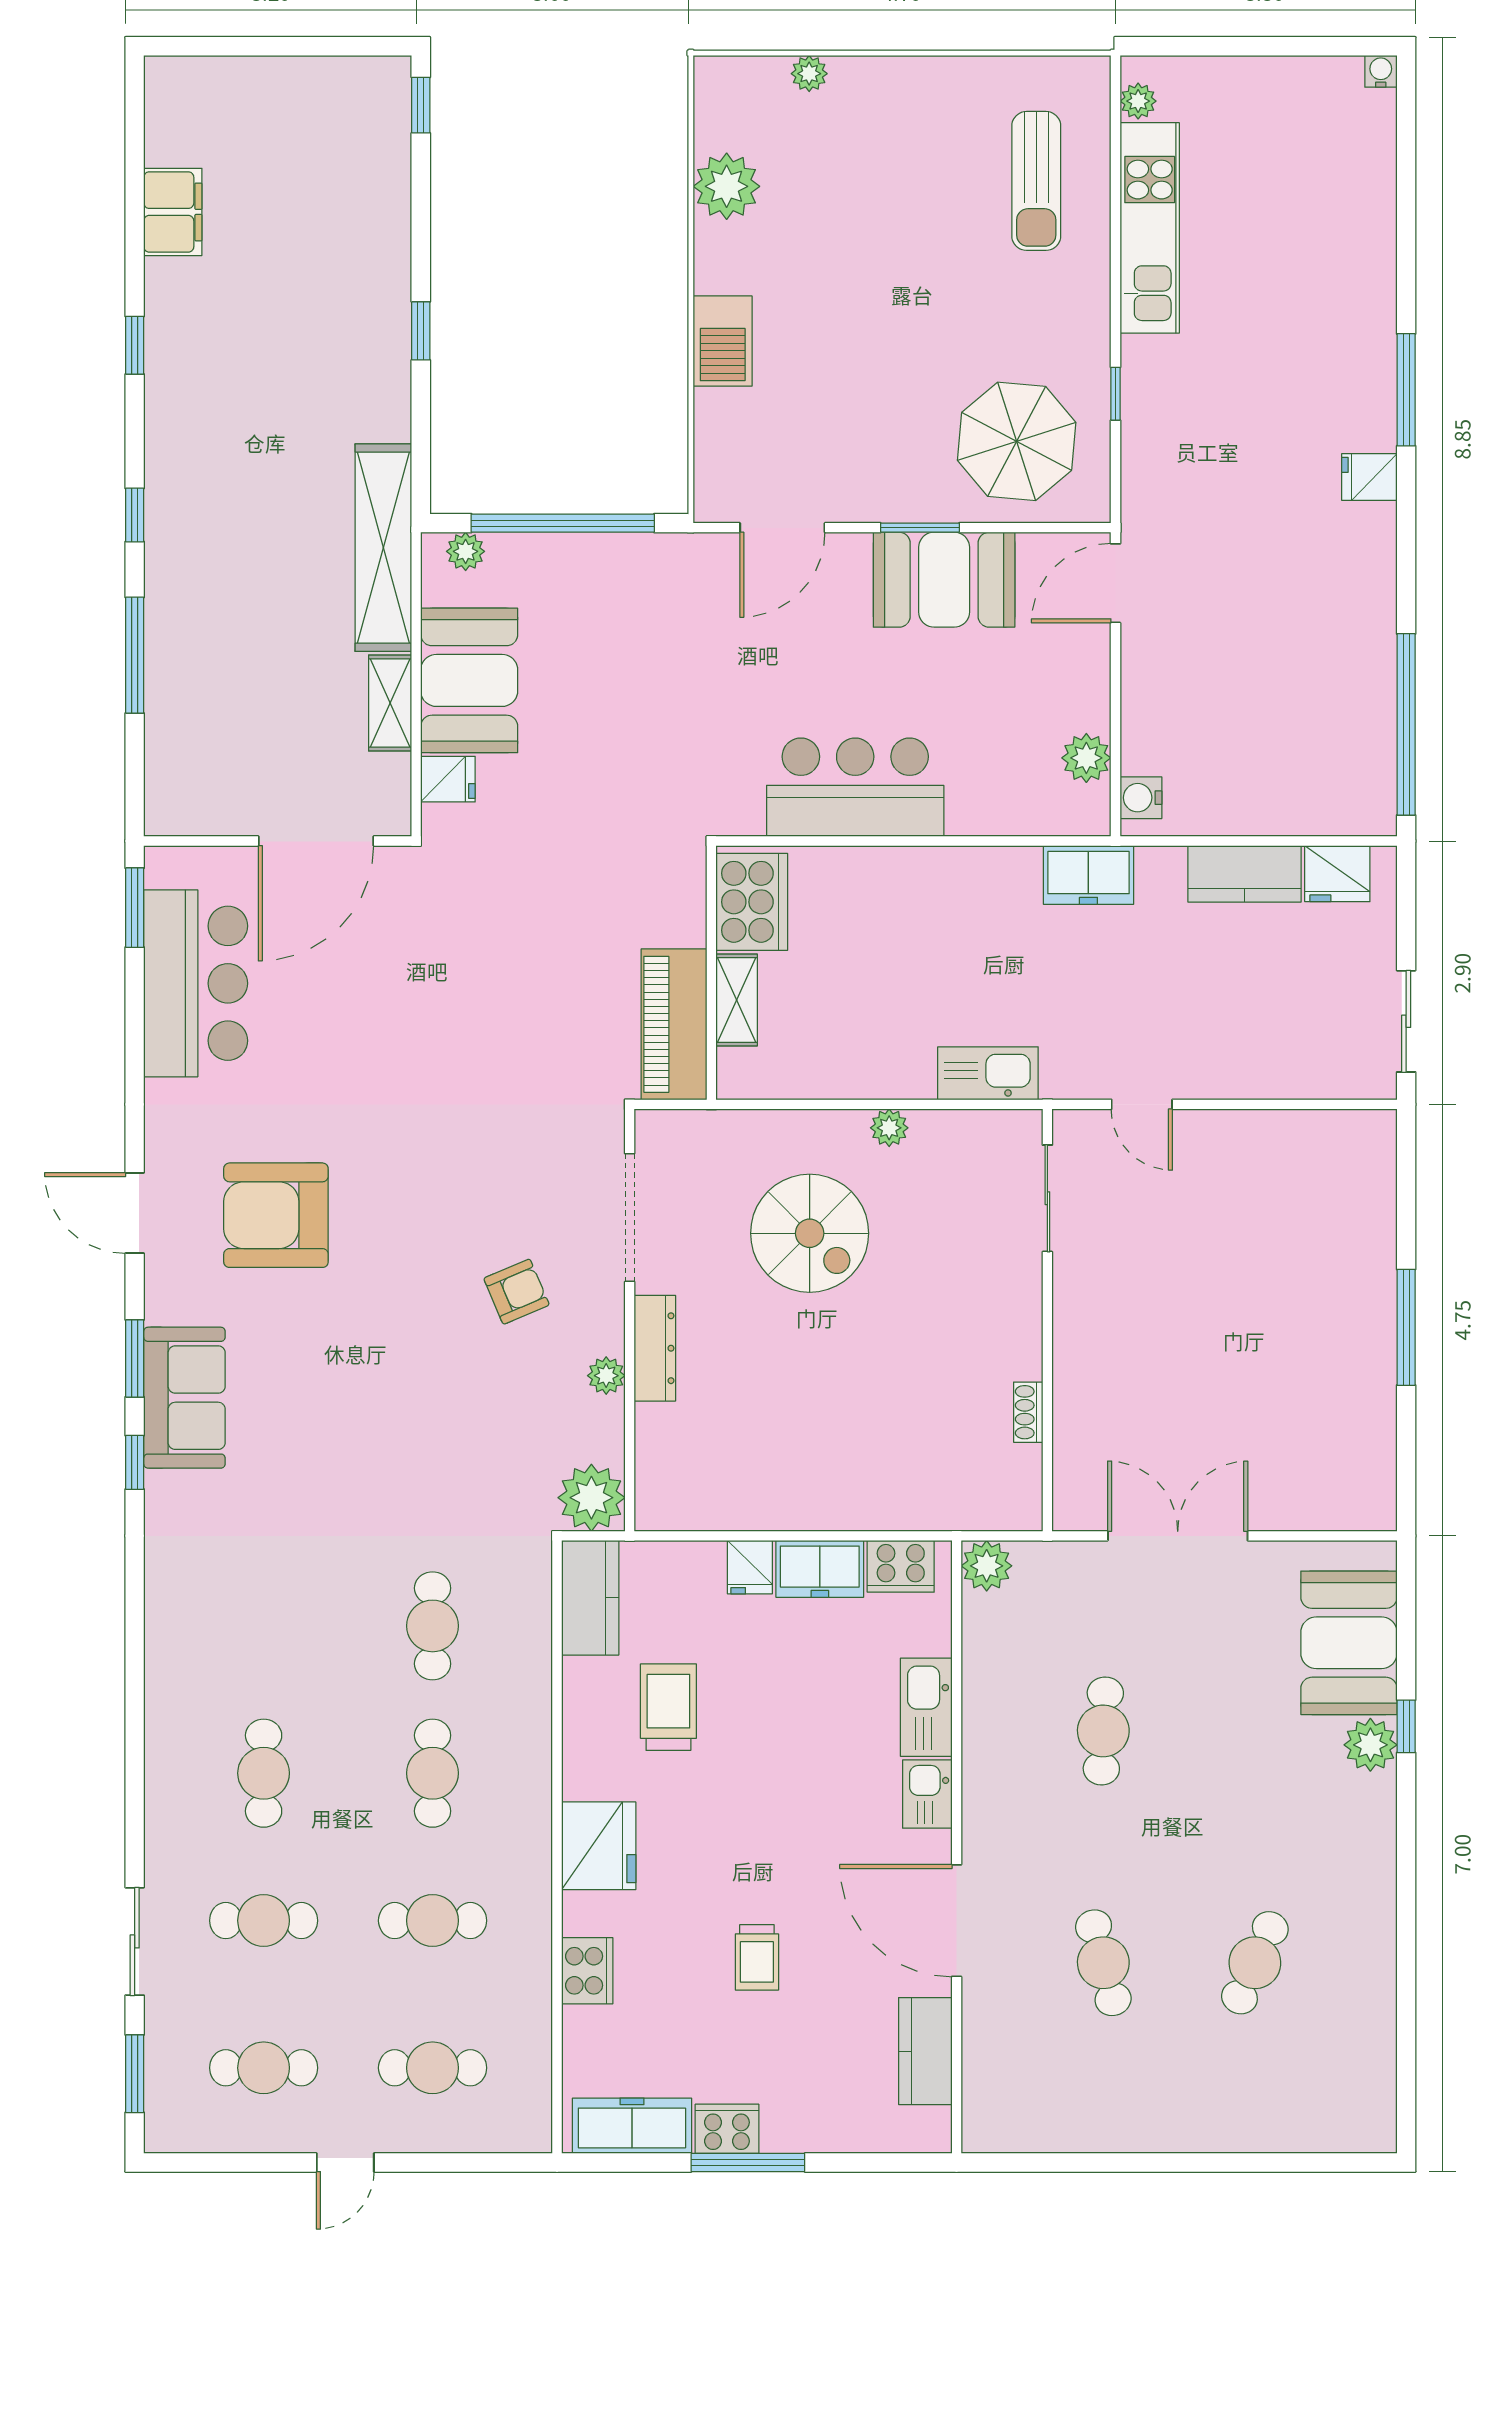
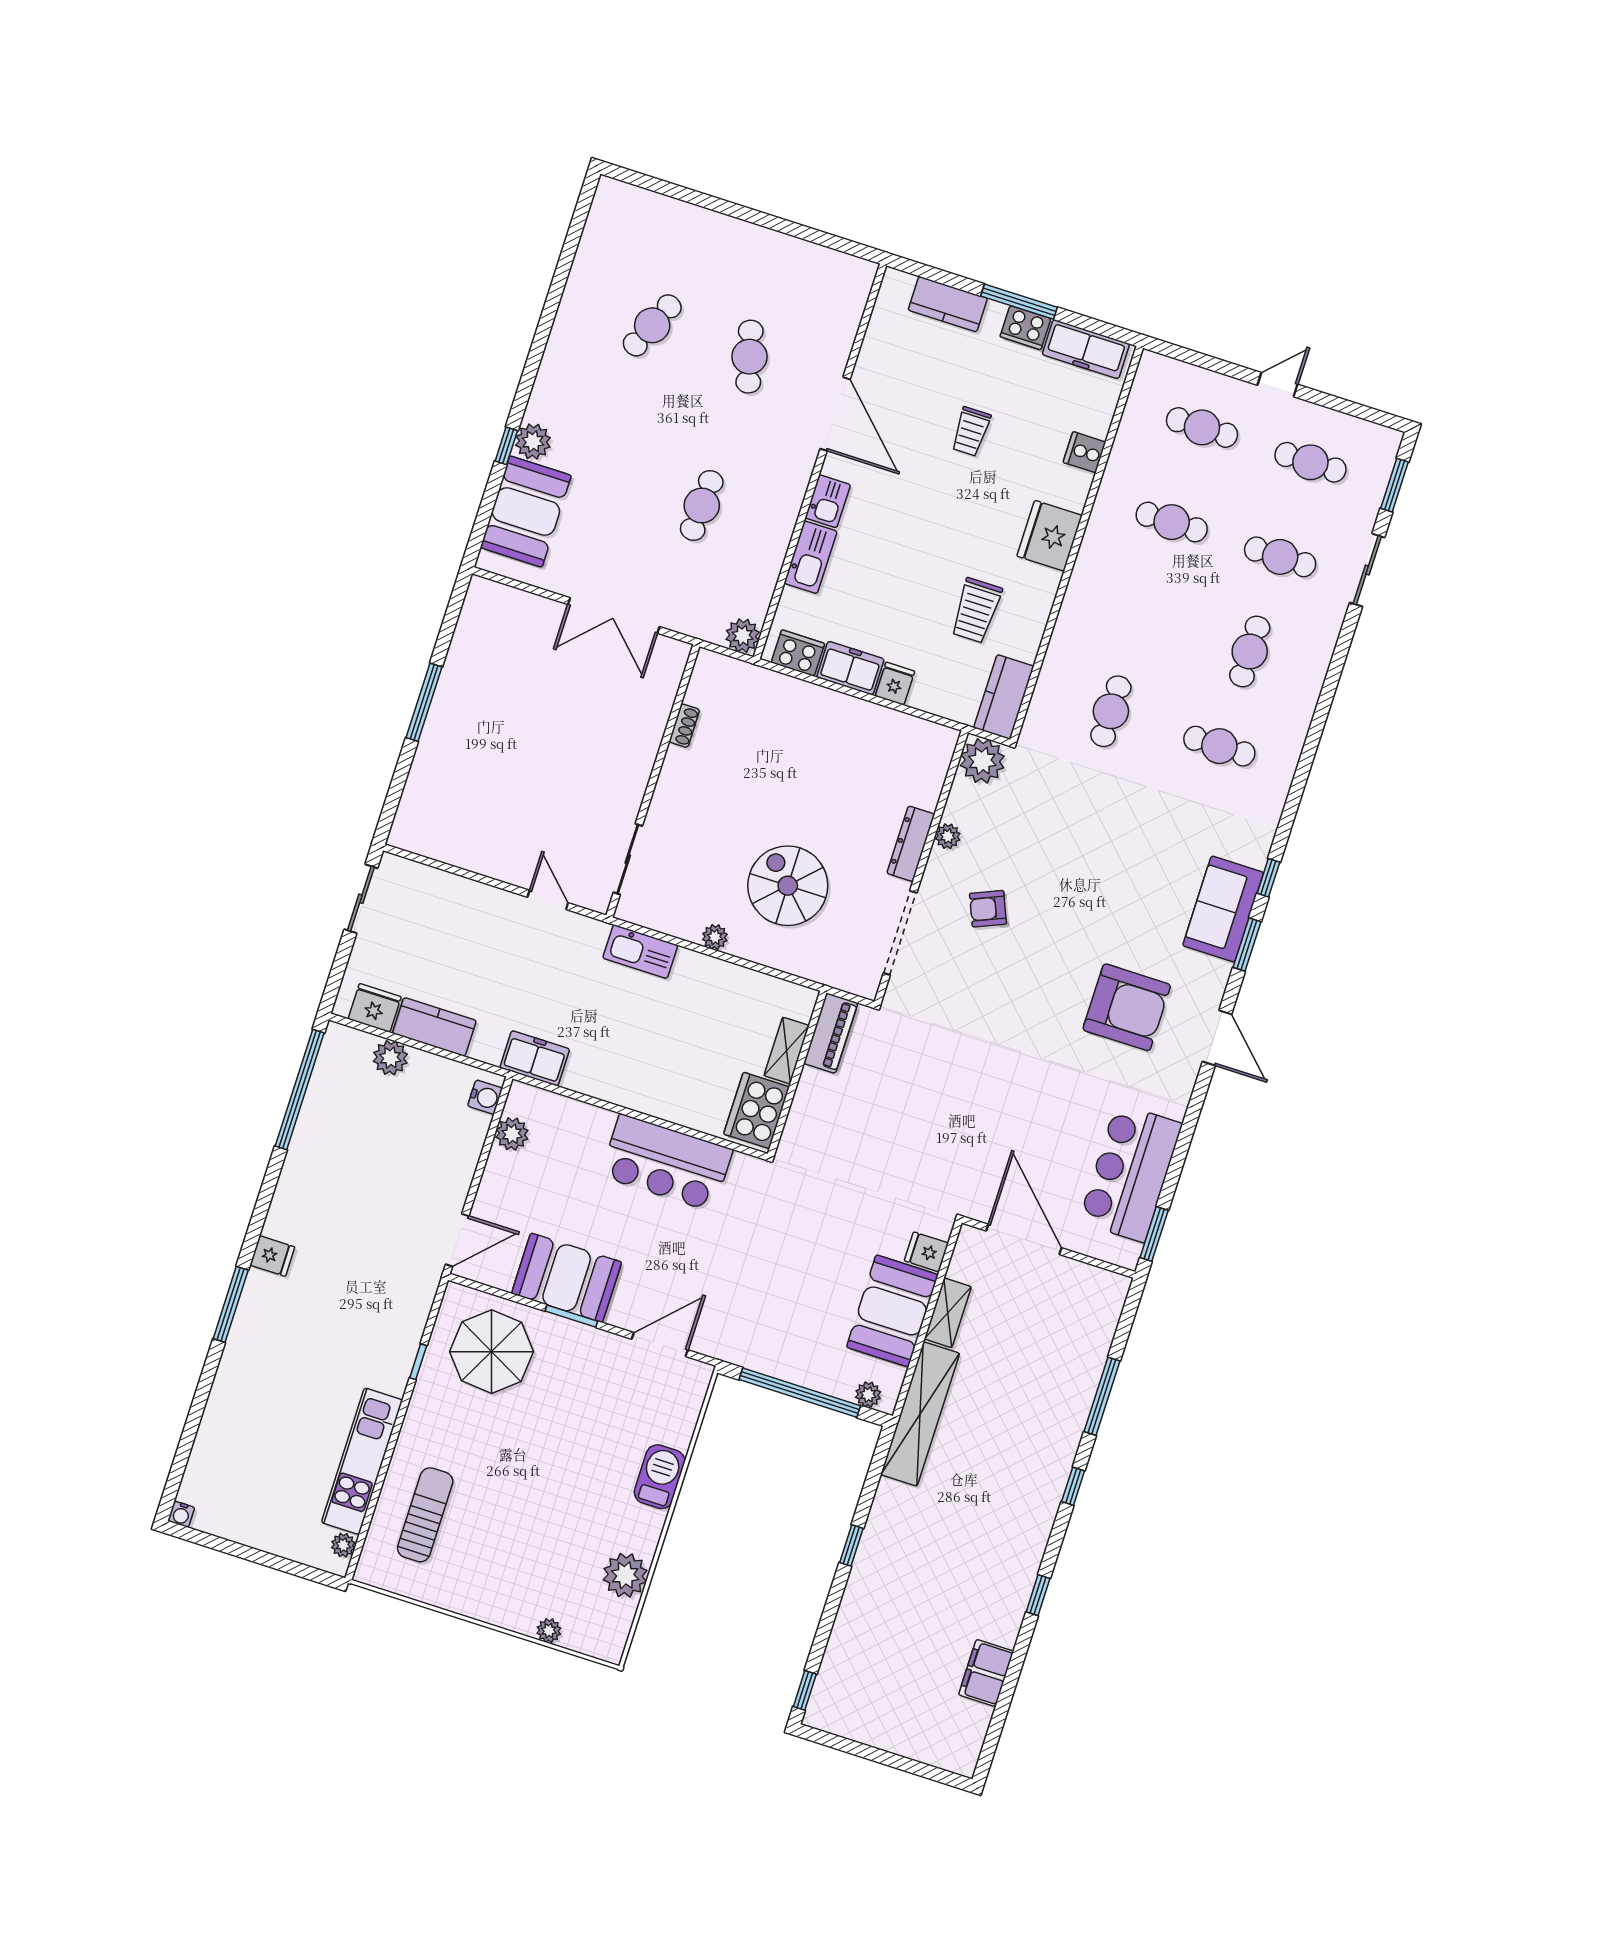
plant: (1292, 810) -> (390, 1058), added
door: (316, 841) -> (1024, 1239), hinge flipped
piano: (674, 1024) -> (831, 1033), width x0.73, depth x0.75
cafe table: (433, 1773) -> (1219, 746), moved, turned 90
trolley: (757, 1957) -> (971, 431), turned 180
cooker: (587, 1971) -> (1084, 452), width x0.73
kitchen counter: (925, 2051) -> (948, 304), moved, turned 90

